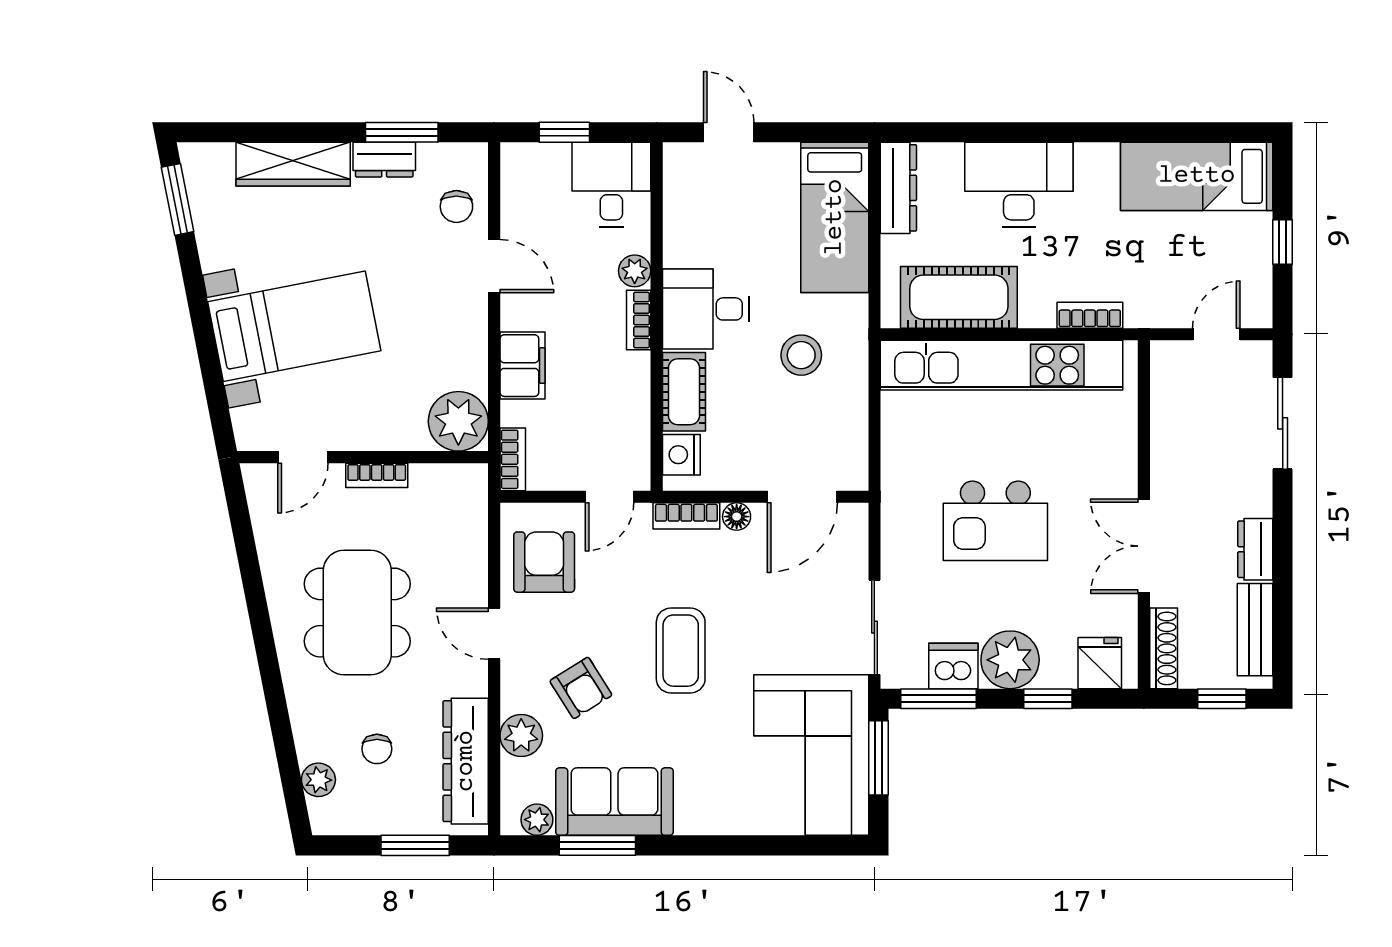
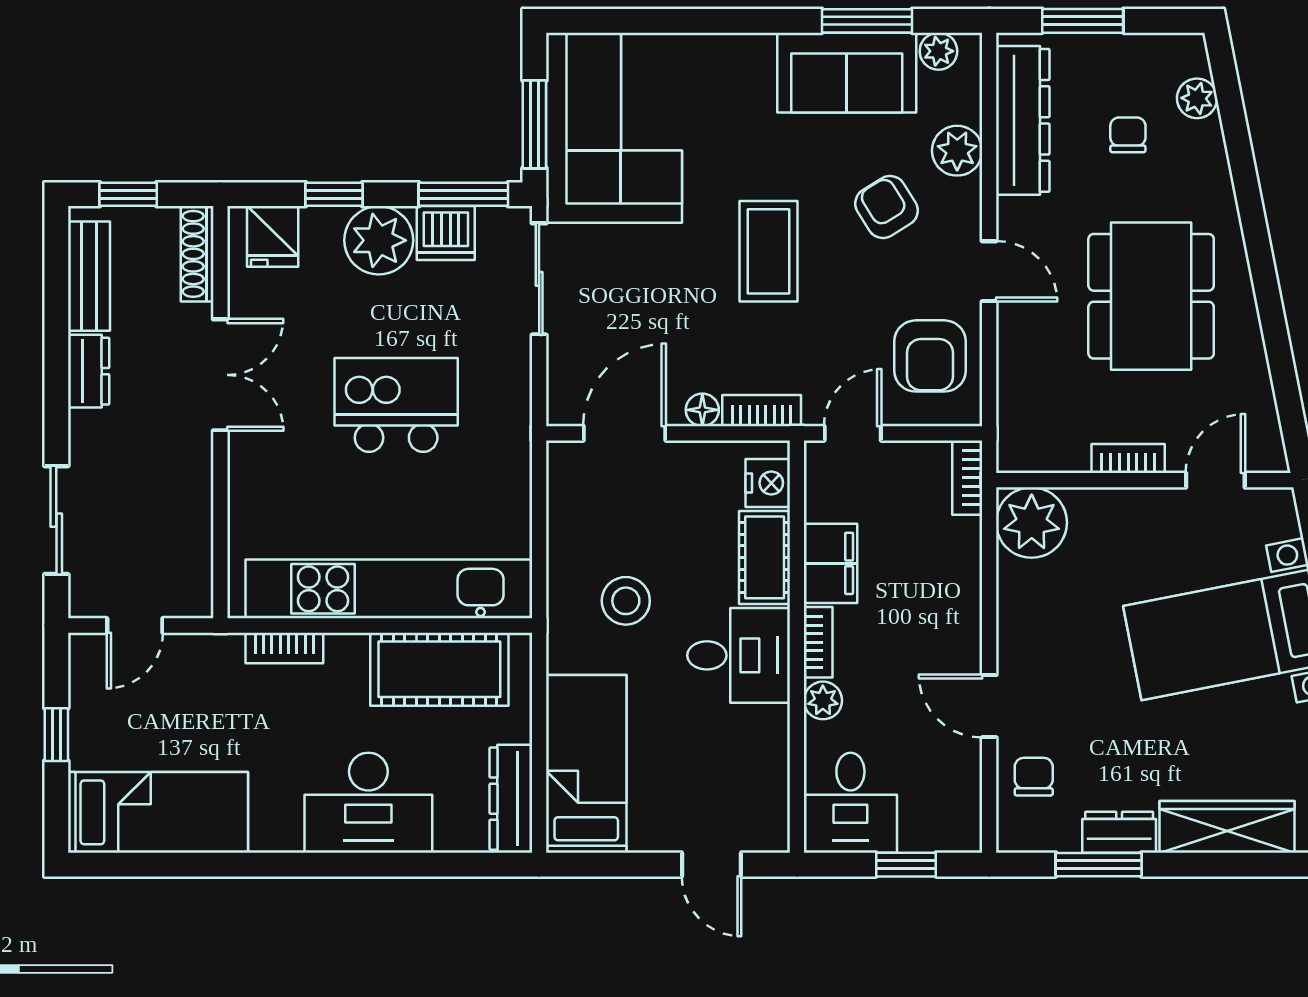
filing cabinet: (523, 366) -> (831, 563), moved, turned 180

